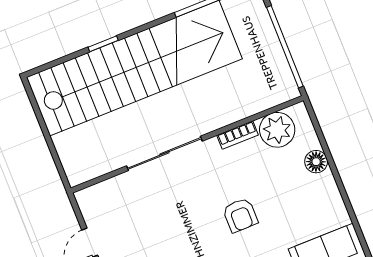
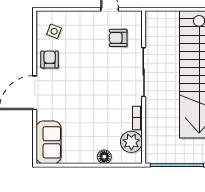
armchair: (240, 215) -> (118, 38), moved

